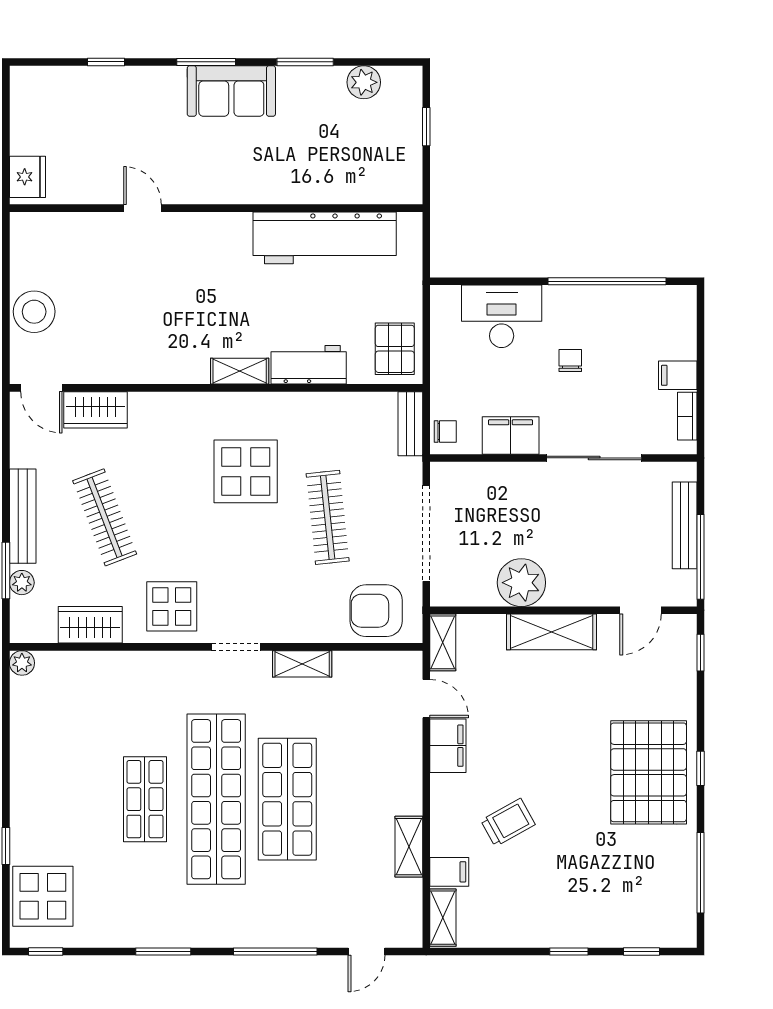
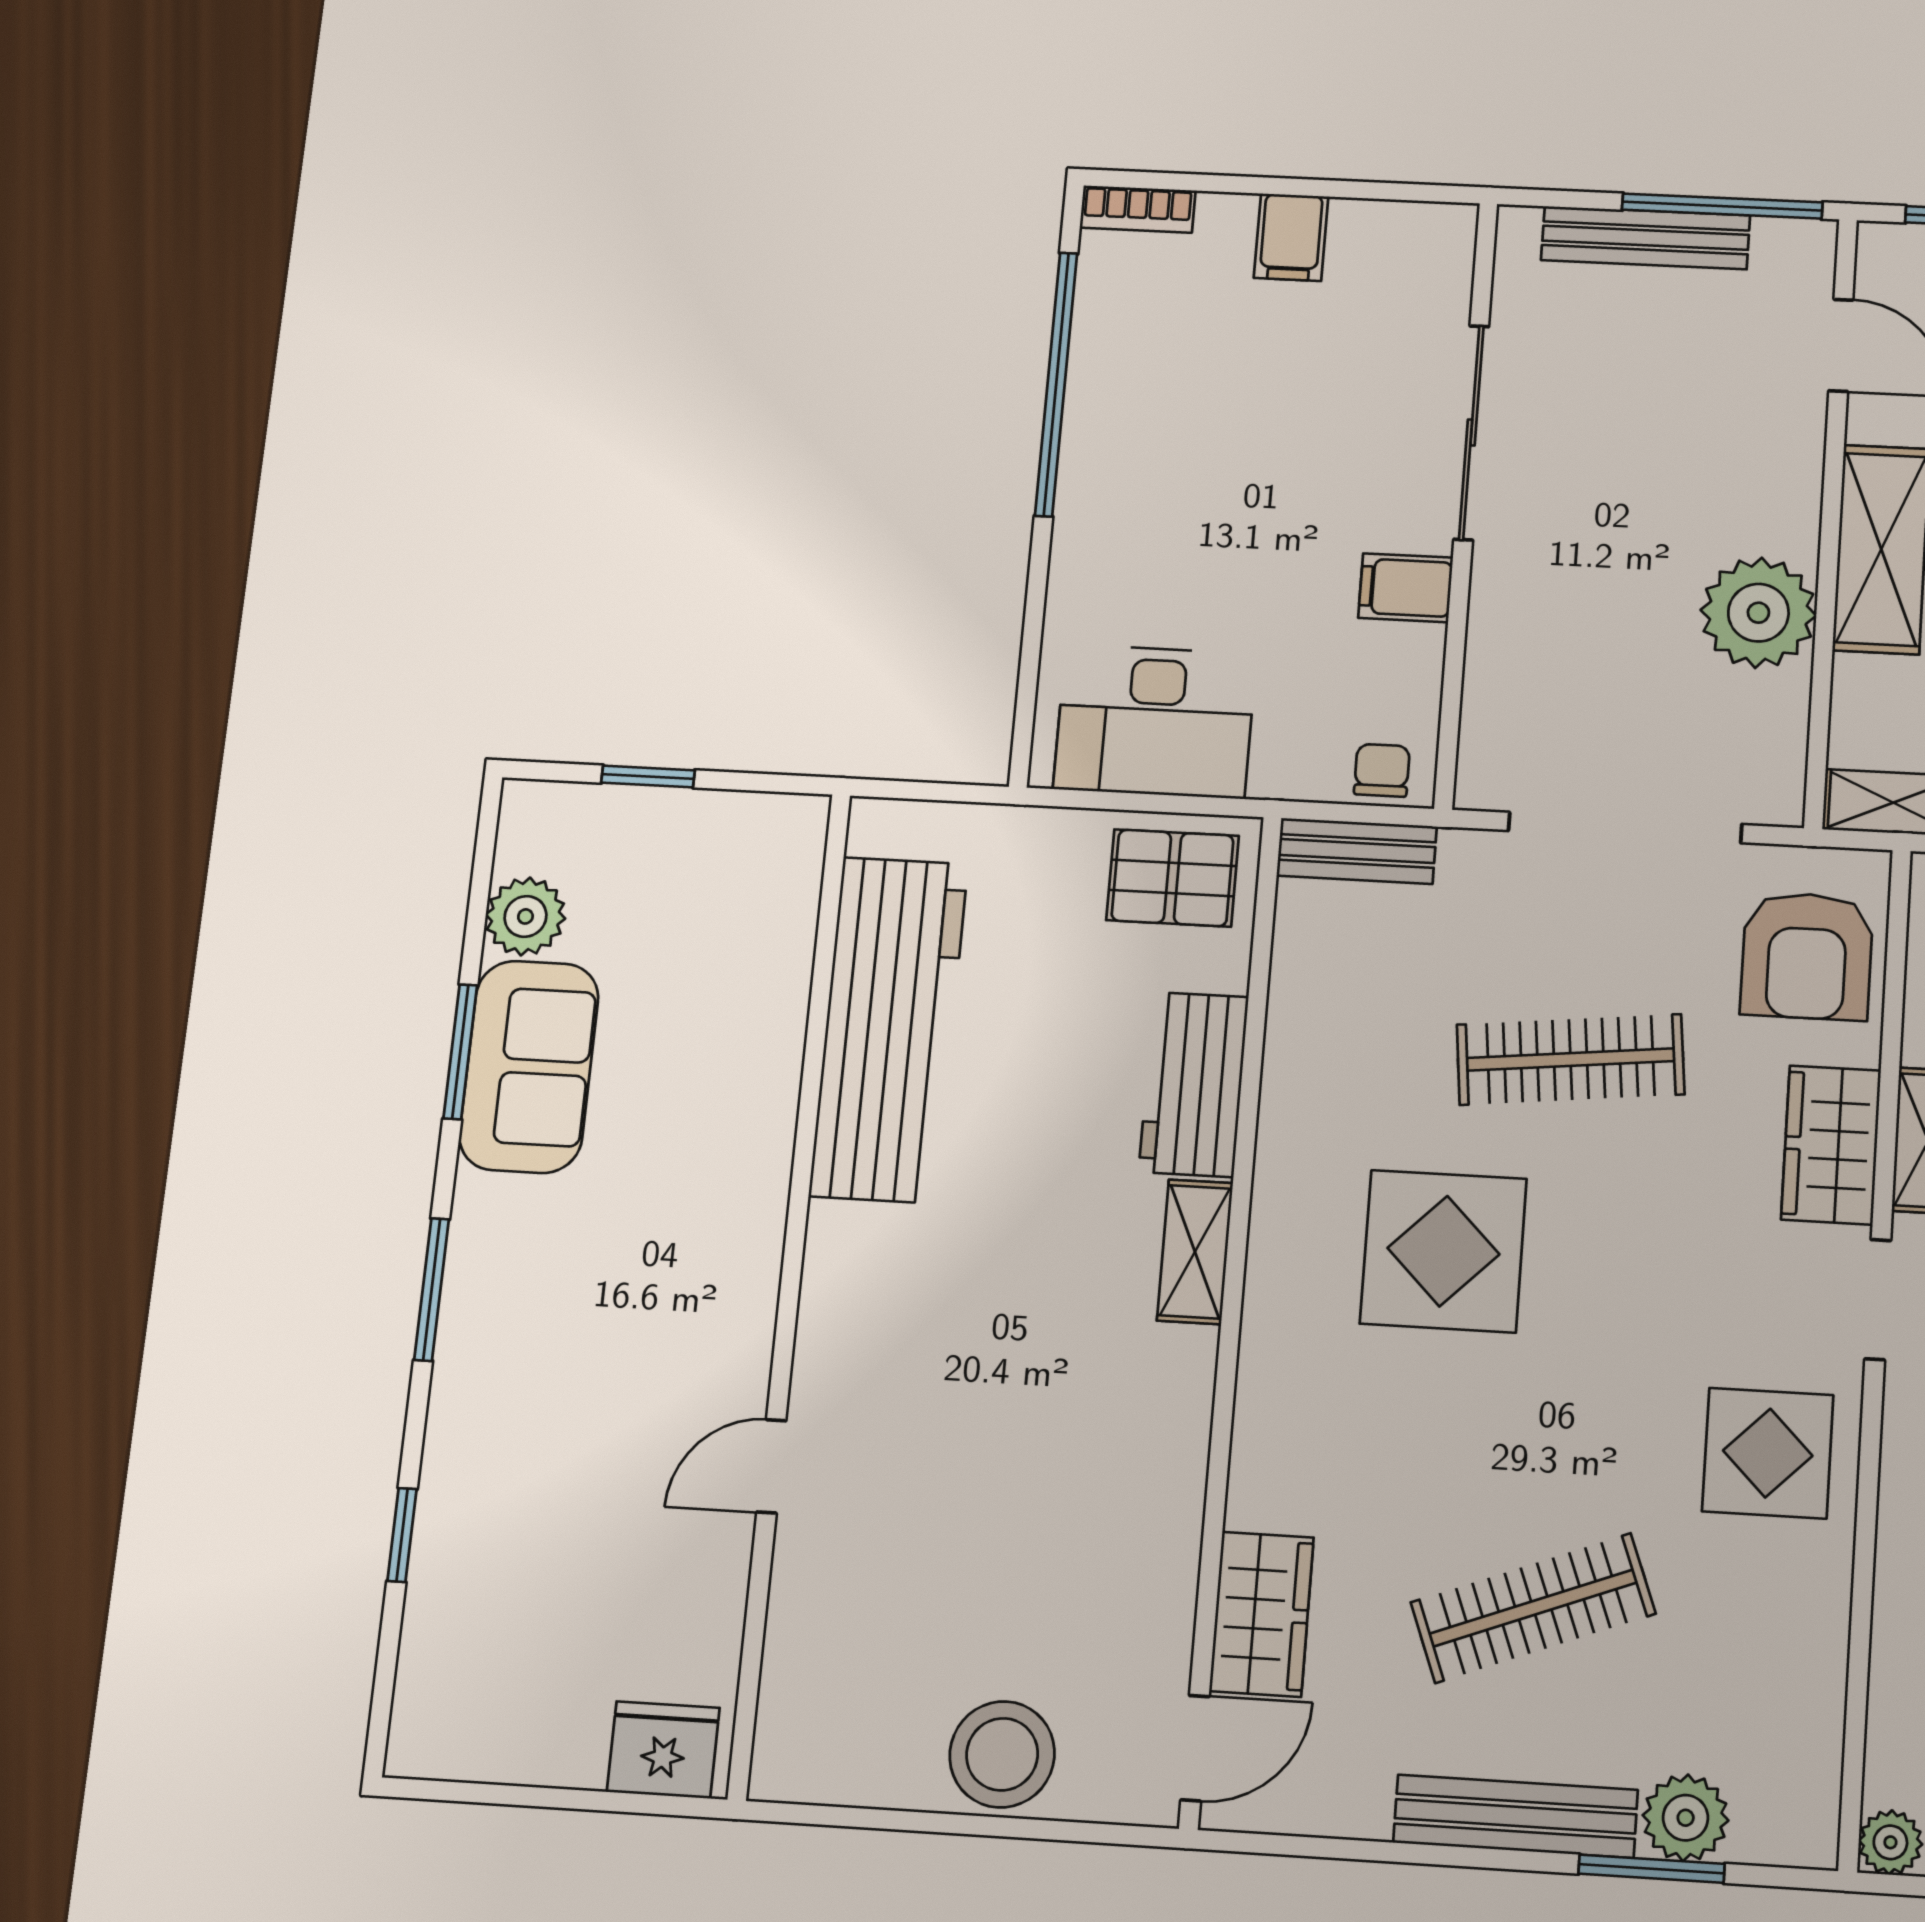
sofa: (231, 91) -> (529, 1067), moved
desk: (502, 316) -> (1155, 721), moved, turned -90
chair: (570, 360) -> (1236, 476), removed
bookcase: (687, 416) -> (1138, 209), moved
filing cabinet: (511, 435) -> (1406, 588), width x0.50
plant: (22, 583) -> (1686, 1818), width x1.38, depth x1.38
wardrobe: (90, 625) -> (1831, 1145), moved

